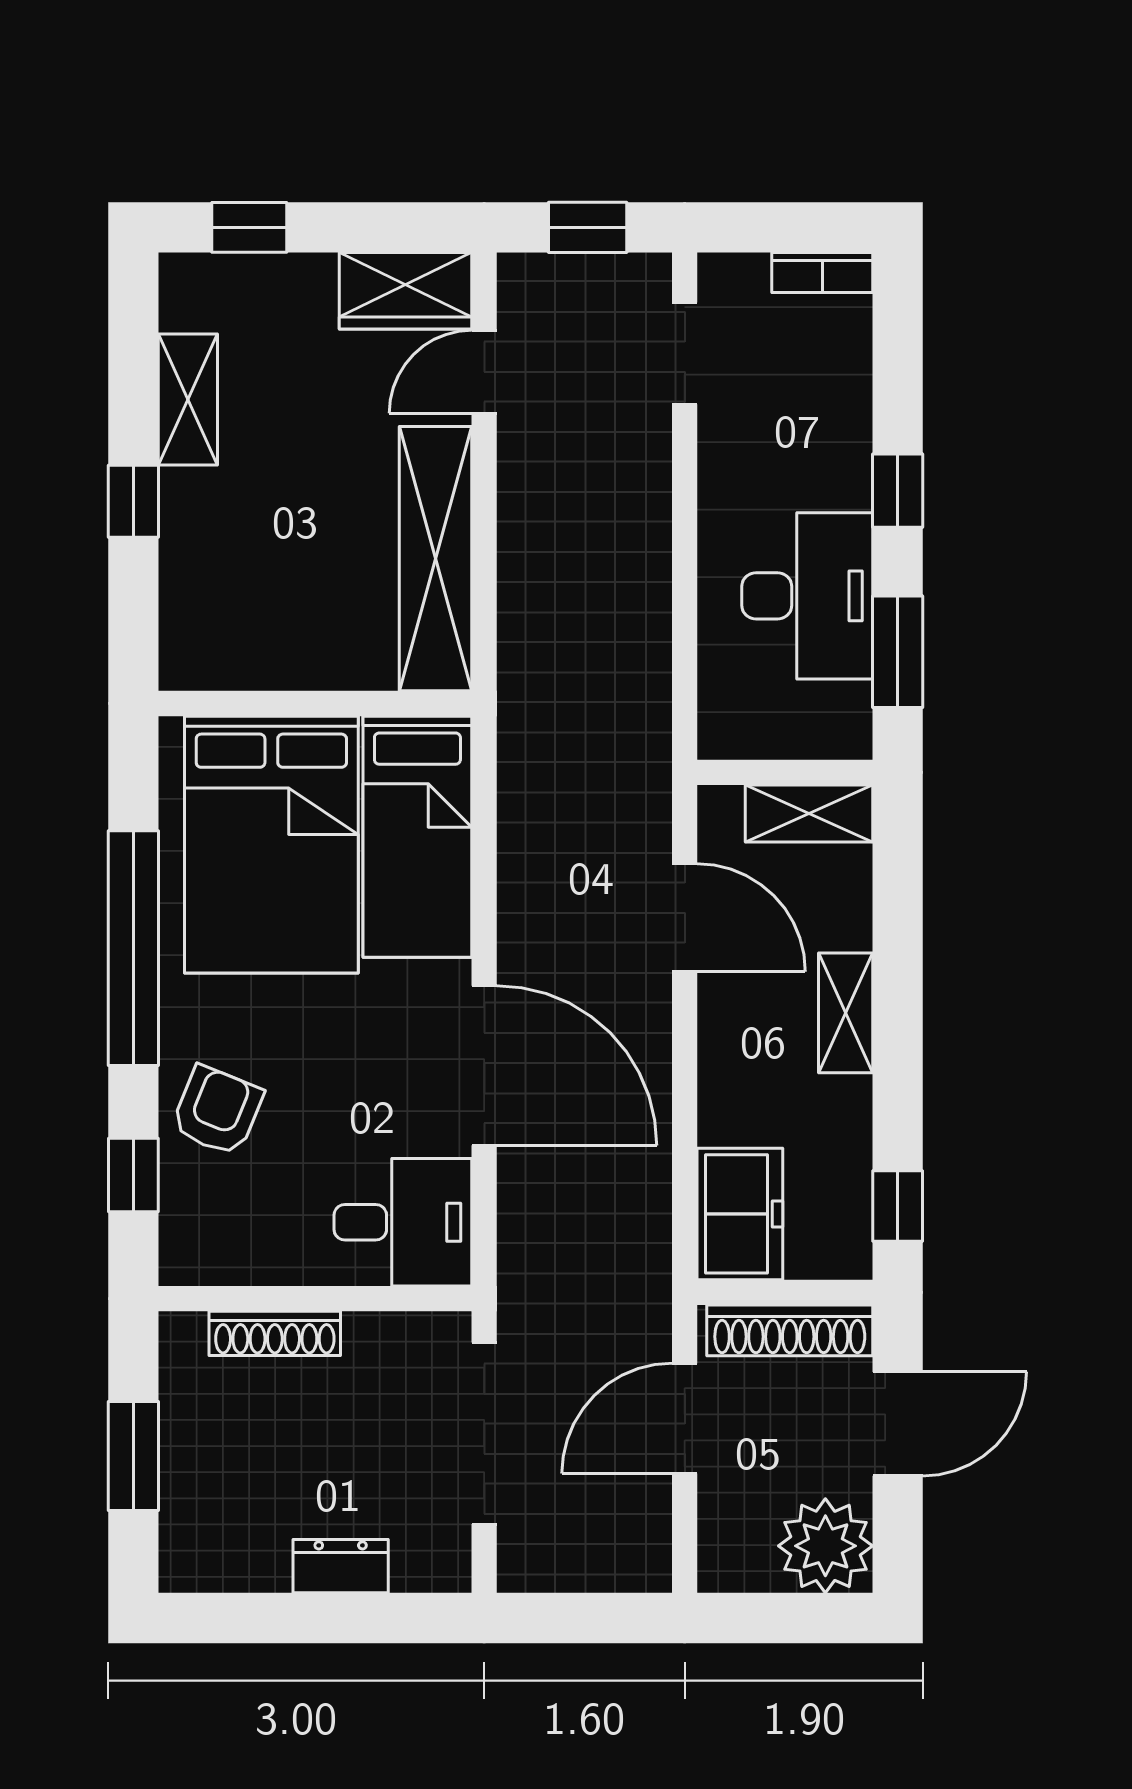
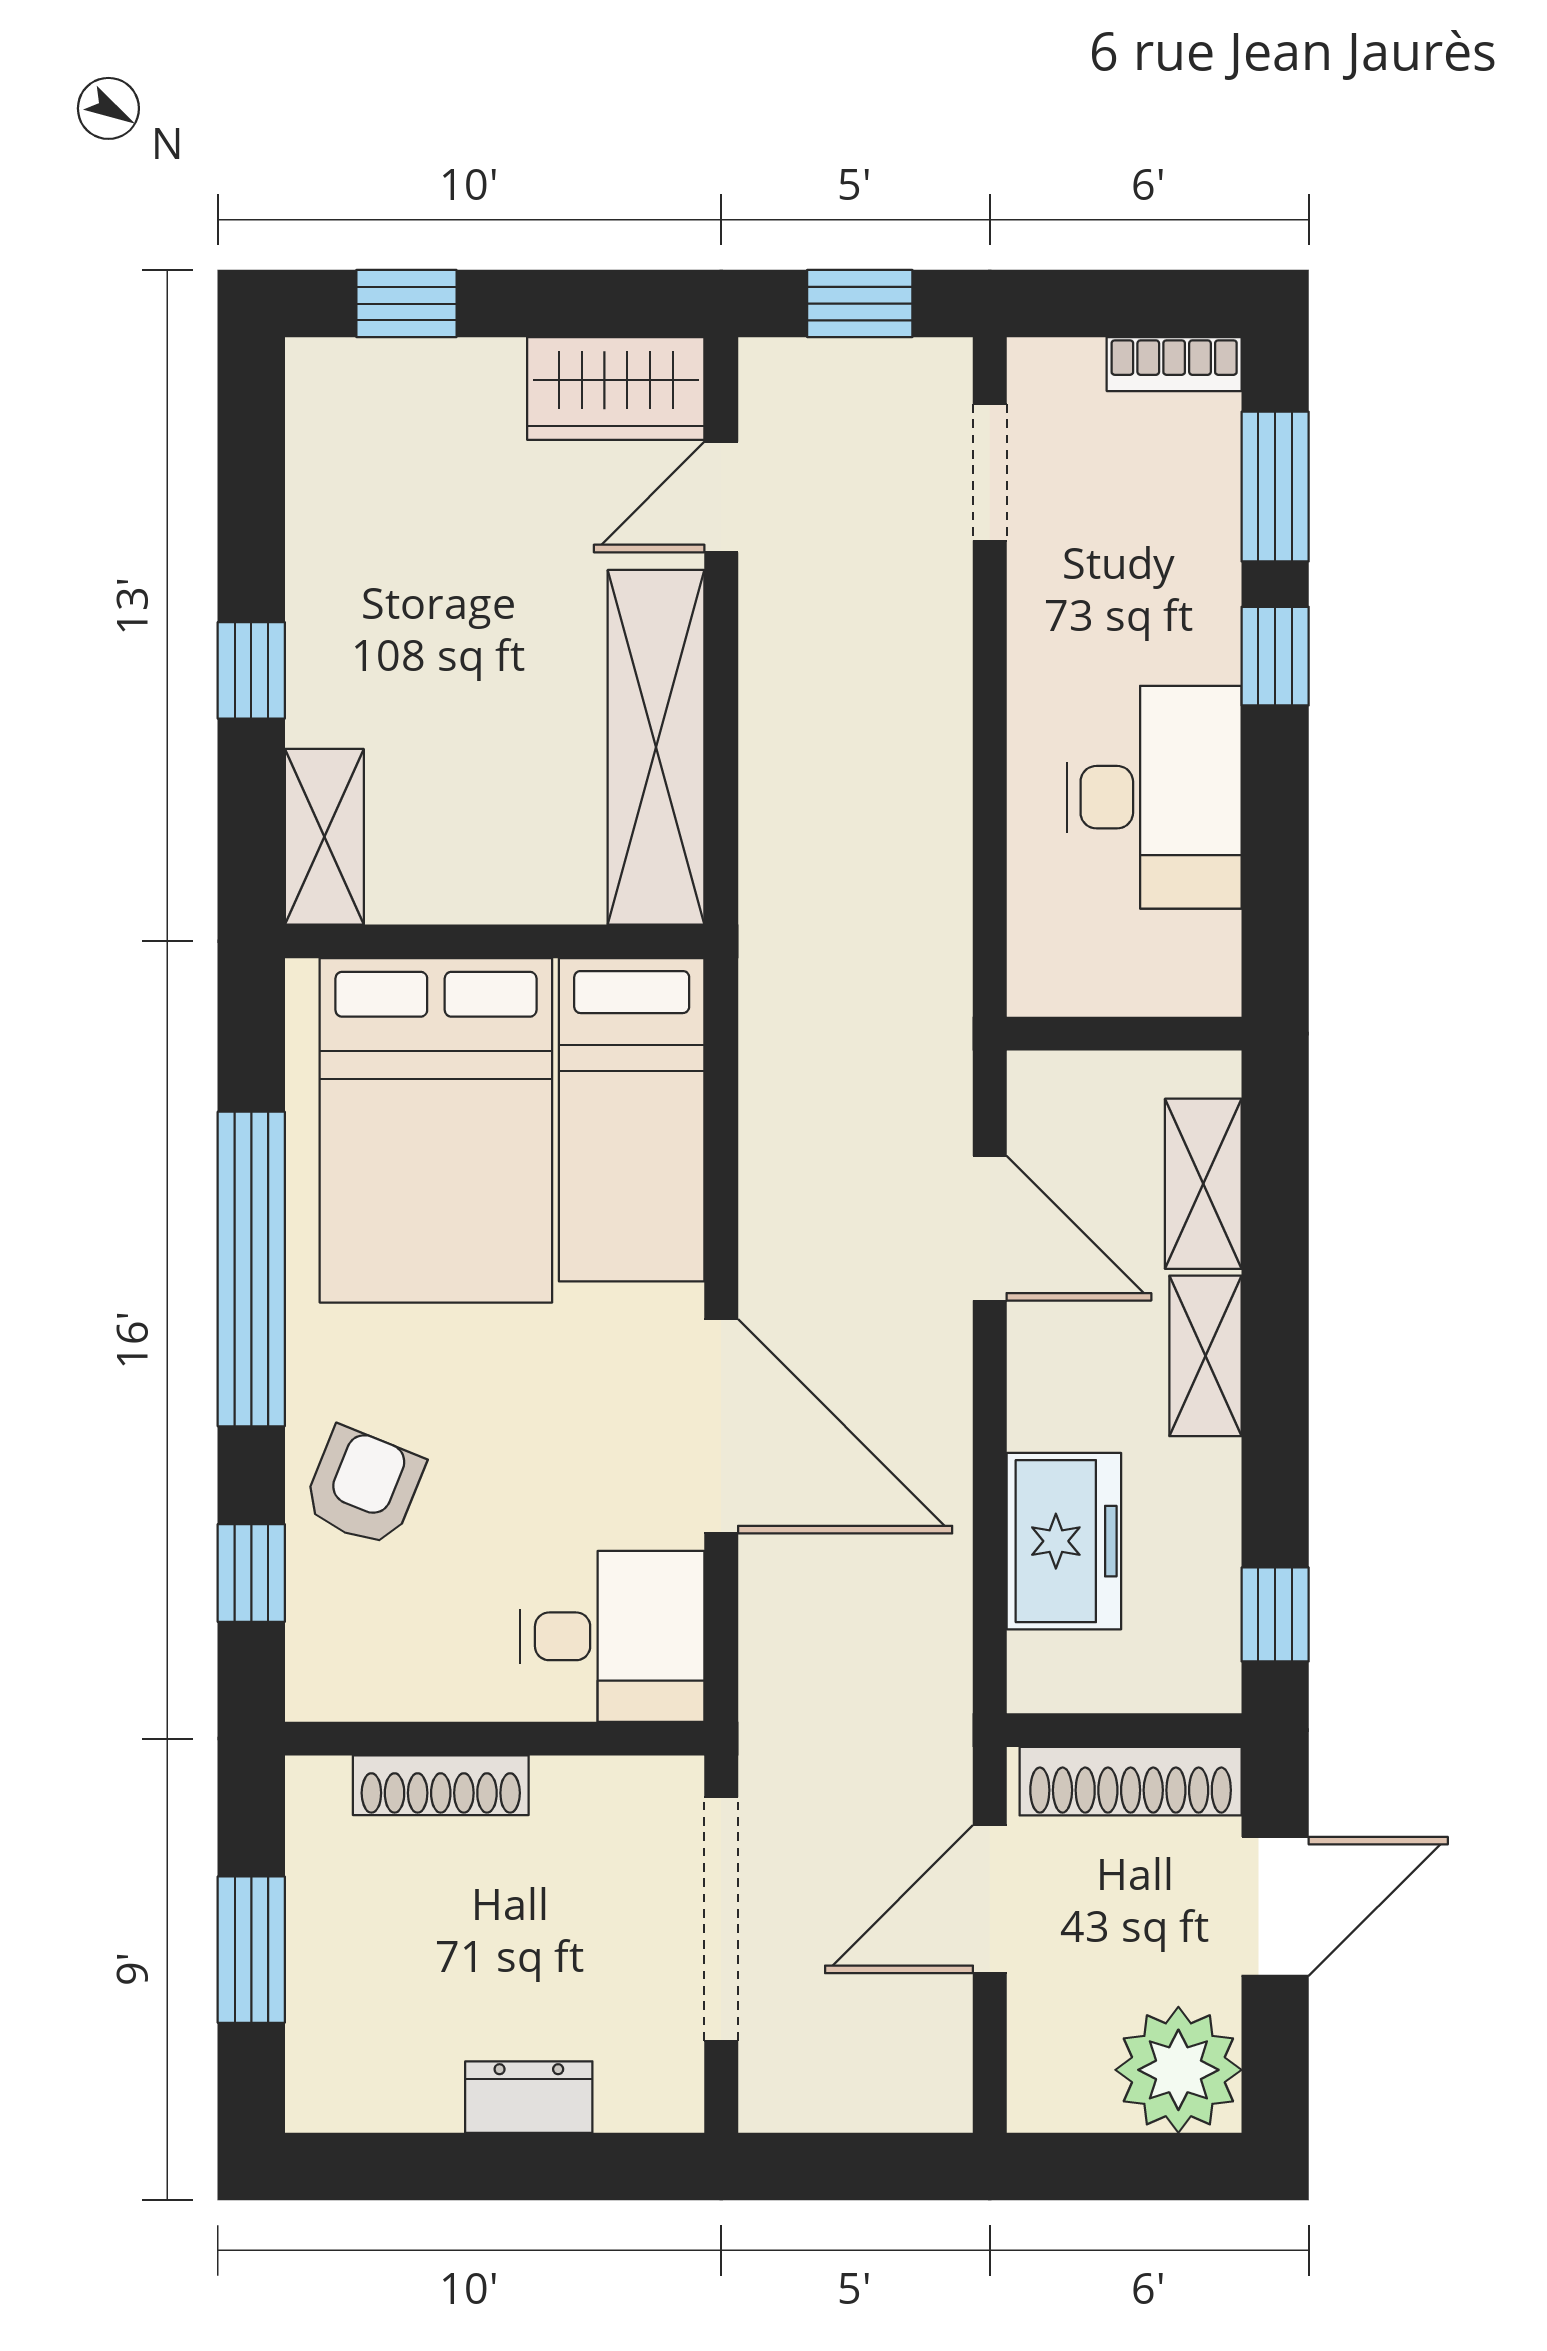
shelving: (188, 400) -> (324, 837), moved
window: (898, 652) -> (1275, 487), moved
shelving: (809, 813) -> (1203, 1184), moved, turned 90
freezer: (740, 1214) -> (1064, 1541), moved

